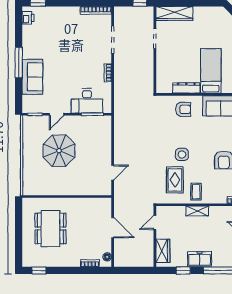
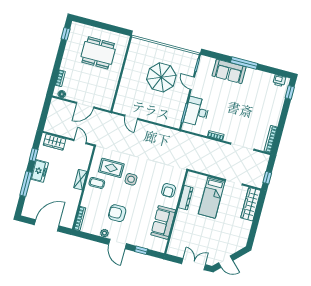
bed: (211, 71) -> (212, 197), moved, turned 90

